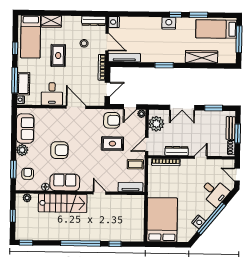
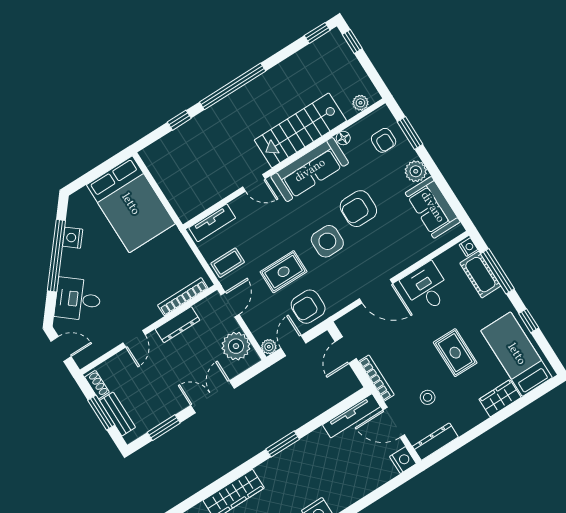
side table: (83, 144) -> (327, 241), added
sofa: (65, 182) -> (310, 170), width x1.36
window: (13, 216) -> (352, 42), moved

